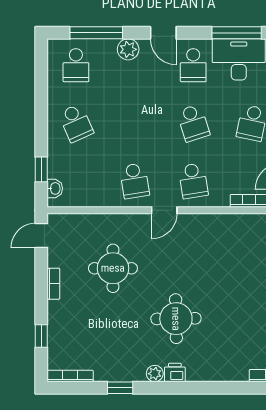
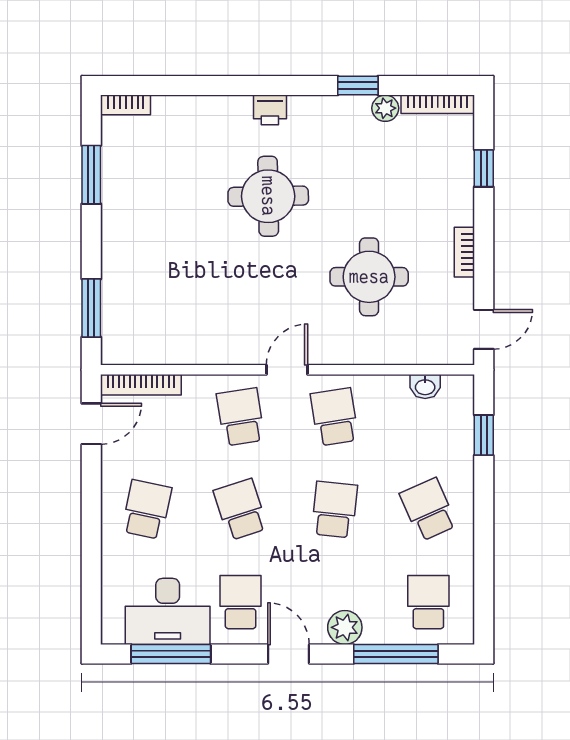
school desk: (135, 123) -> (334, 510), added
washbasin: (55, 188) -> (425, 387), moved, turned -90
plant: (155, 374) -> (385, 108), moved

